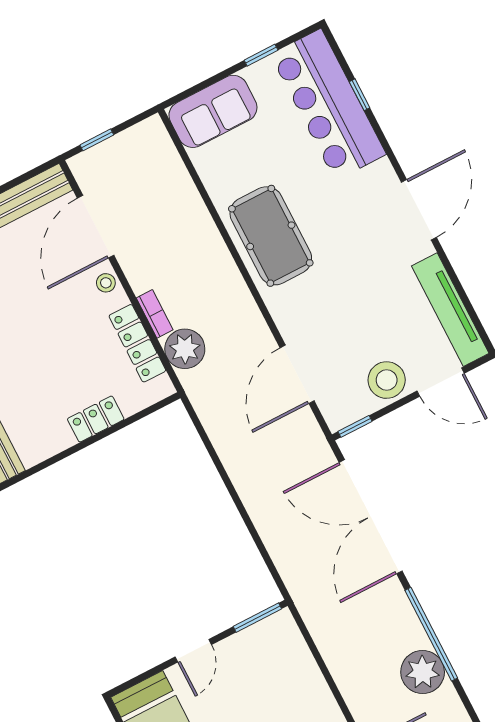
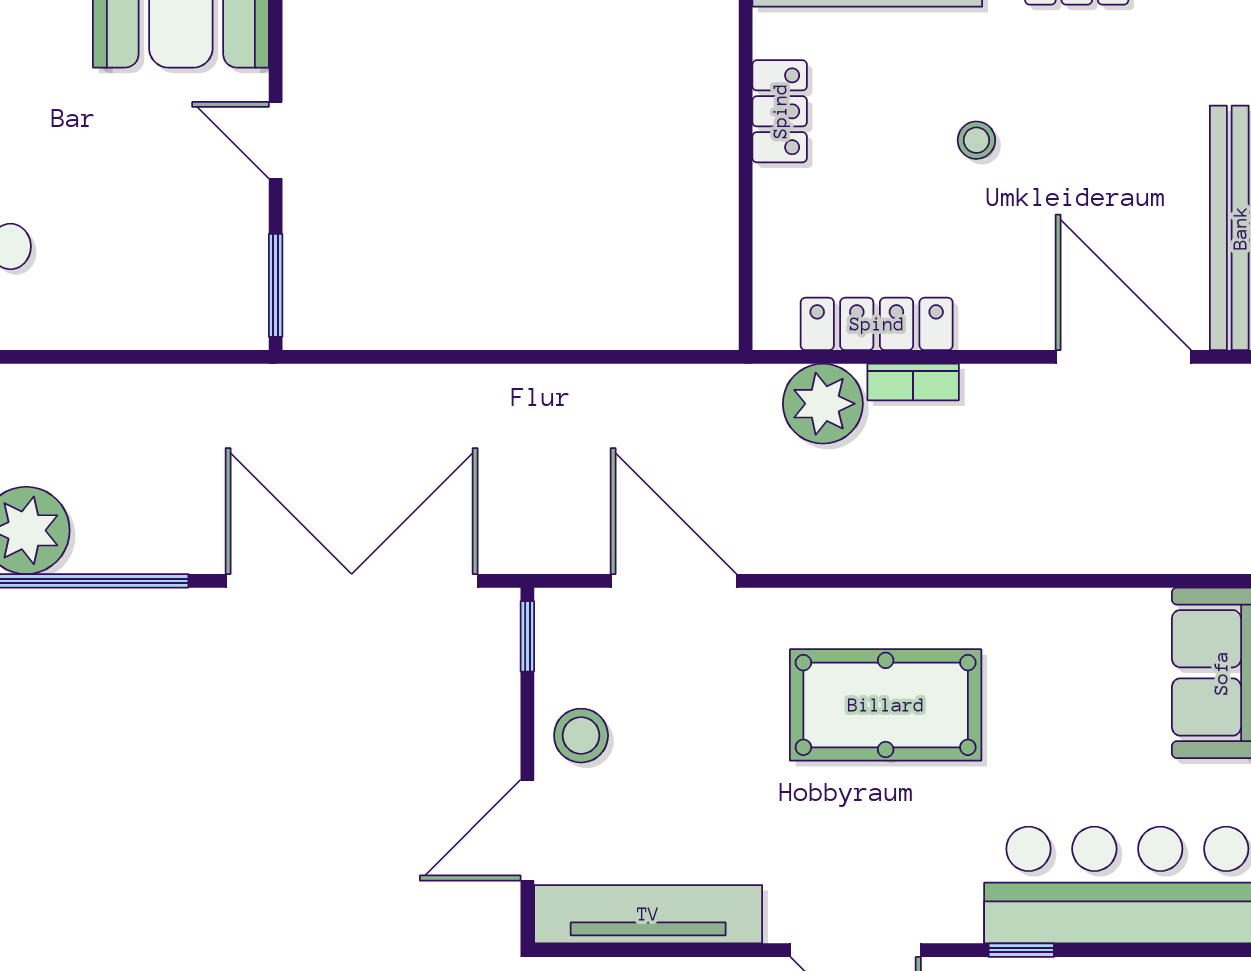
window: (360, 95) -> (1021, 950), moved
pool table: (271, 236) -> (886, 705), moved
stool: (106, 283) -> (976, 140), moved
stool: (387, 380) -> (581, 736), width x0.73, depth x0.73
locker: (96, 419) -> (780, 111), moved

